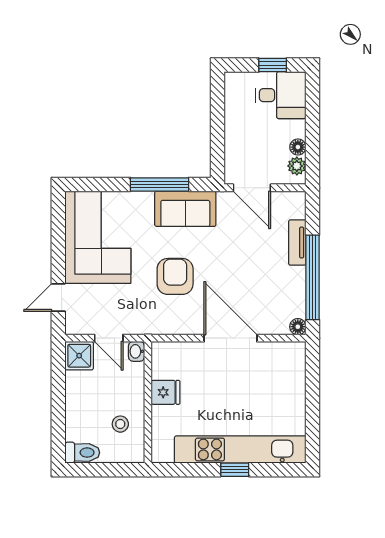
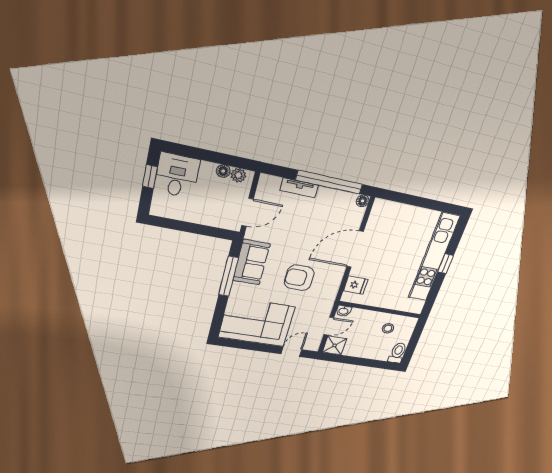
door: (58, 297) -> (291, 352), swing flipped
fridge: (165, 392) -> (356, 285), moved, turned 90

